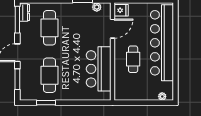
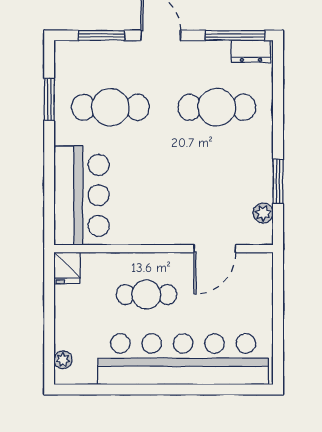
fridge: (121, 10) -> (67, 268), moved
door: (113, 29) -> (215, 249), hinge flipped
bar counter: (99, 69) -> (82, 195), moved, turned 90

